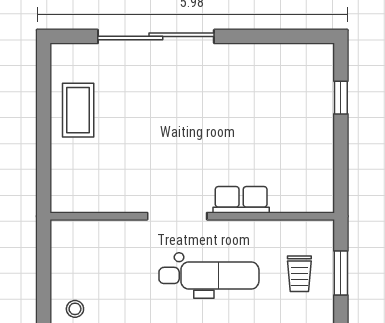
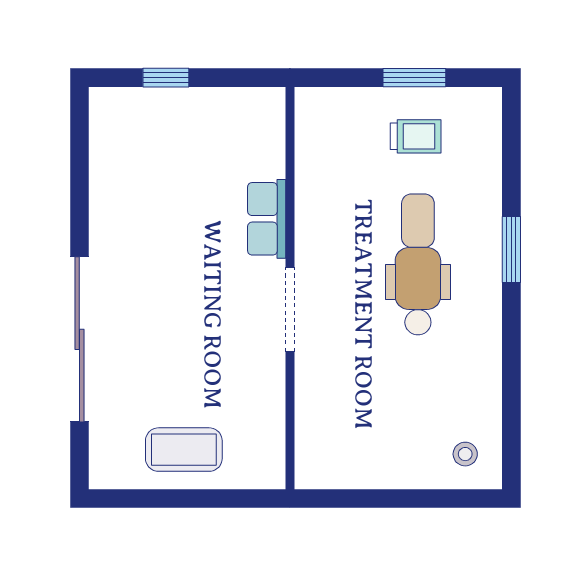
row of seats: (241, 200) -> (267, 219), moved
doorway: (177, 216) -> (290, 309), moved
wall: (192, 216) -> (290, 288), moved

